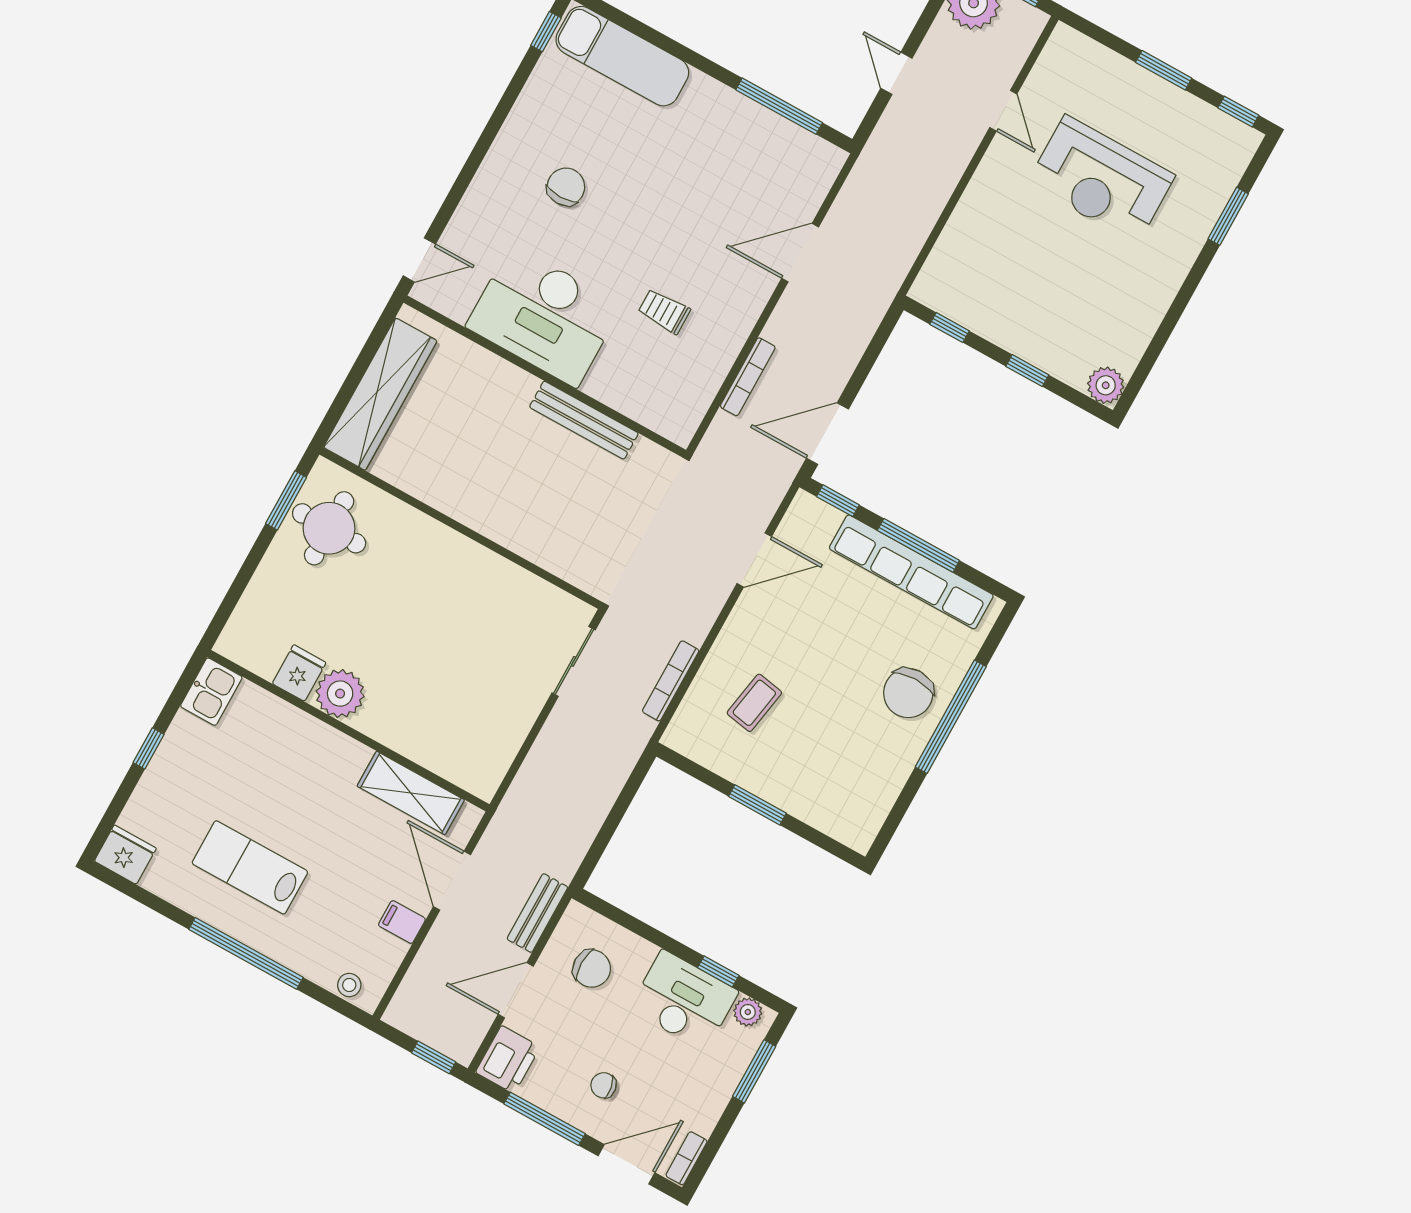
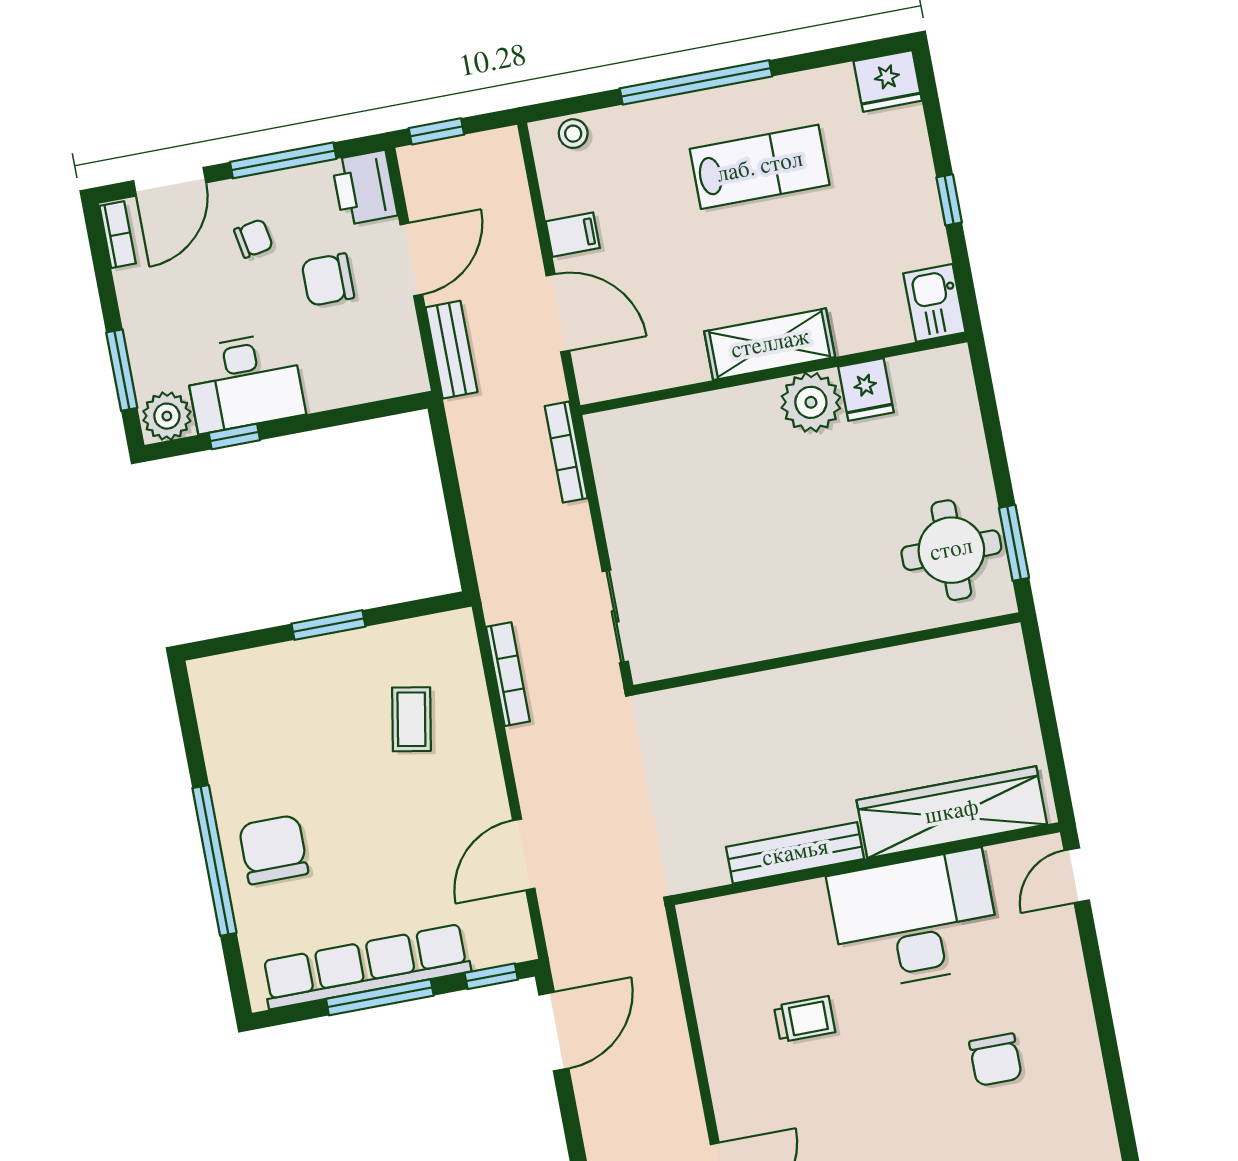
bookcase: (748, 377) -> (566, 452), moved
wardrobe: (380, 394) -> (952, 812), moved, turned 90
shelving: (411, 793) -> (770, 344), moved
chair: (592, 969) -> (328, 280), moved
plant: (748, 1012) -> (167, 416), width x1.38, depth x1.38

